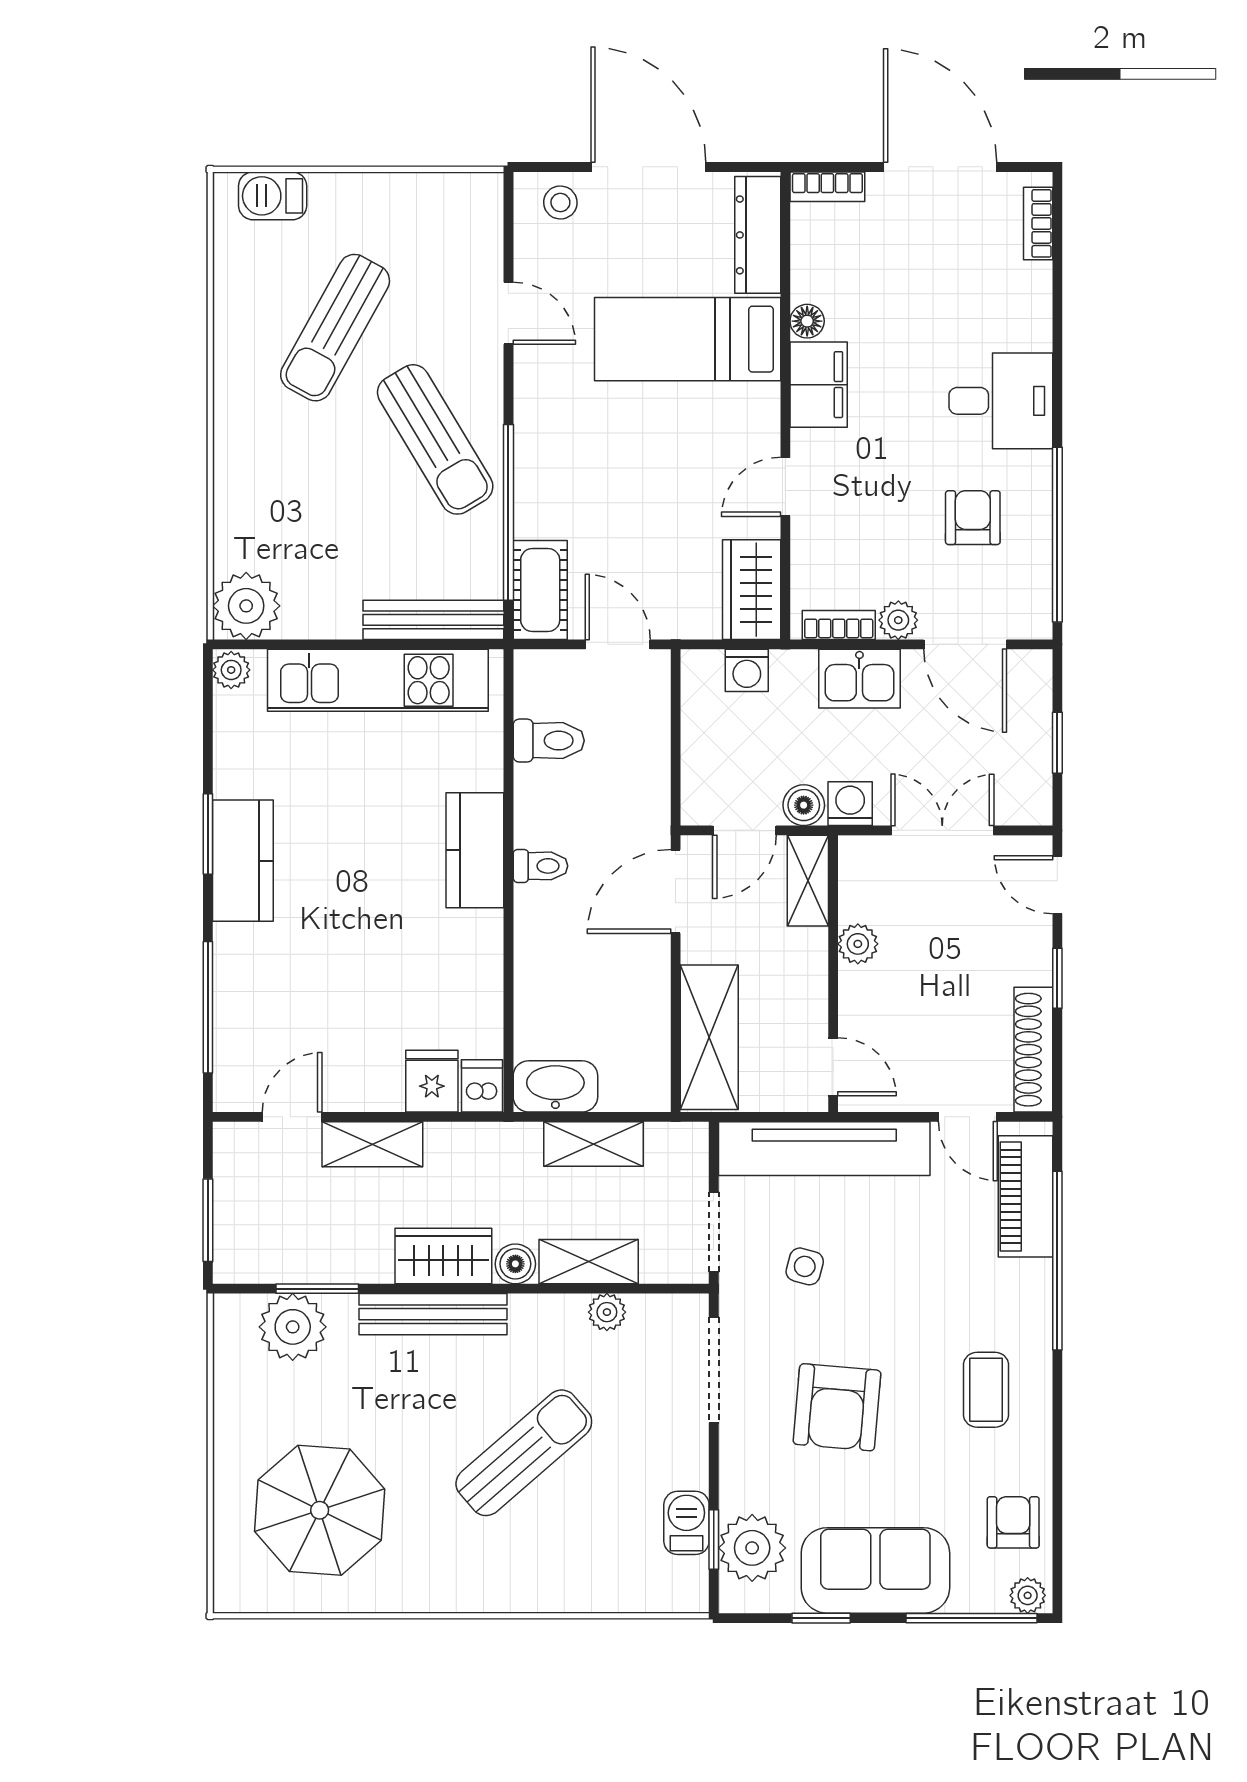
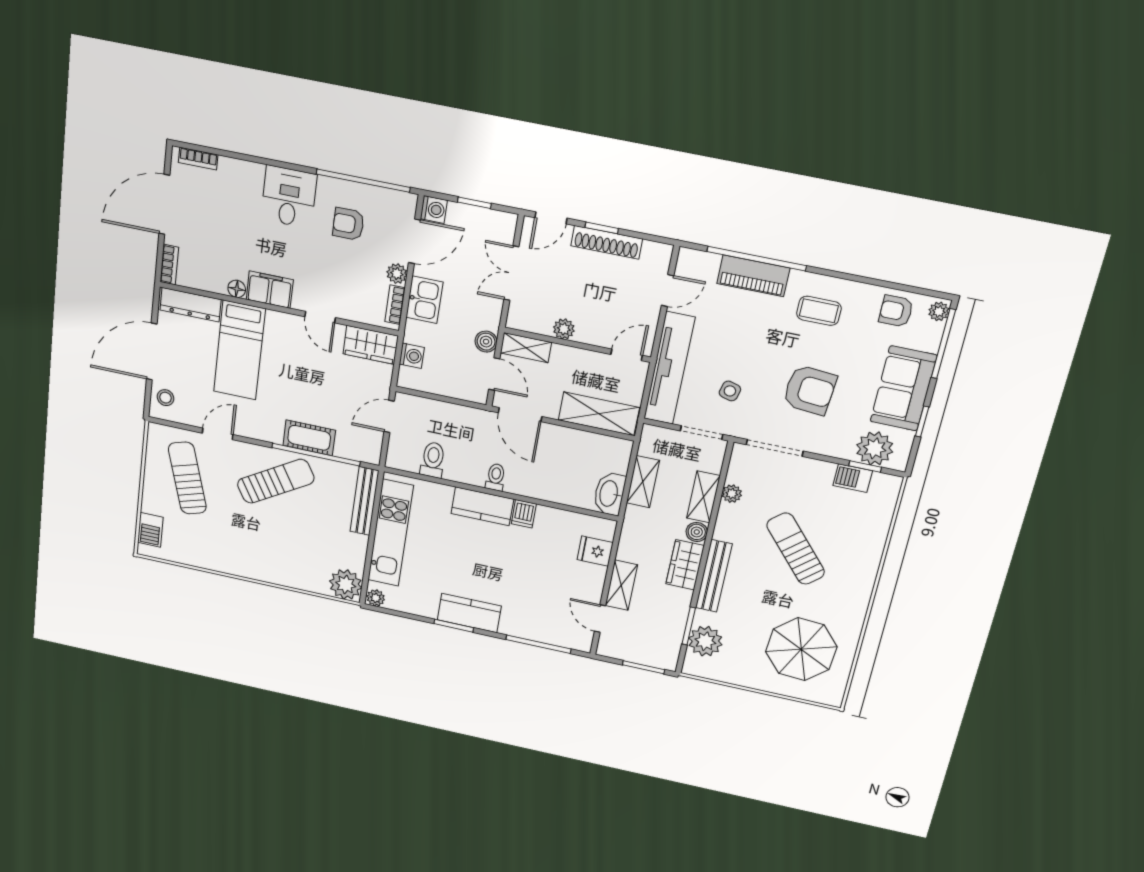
sun lounger: (335, 328) -> (187, 478), moved, turned -136
cot: (540, 590) -> (309, 438), moved
washing machine: (850, 804) -> (434, 209), moved, turned 180
shoe rack: (1033, 1050) -> (607, 242), moved
dishwasher: (482, 1086) -> (524, 514), moved, turned -90
piano: (1025, 1196) -> (753, 276), moved

